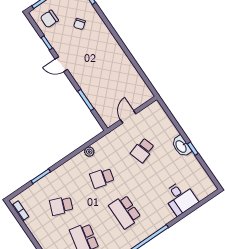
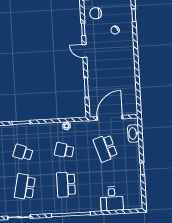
door: (128, 117) -> (110, 118), width x1.87
washbasin: (181, 146) -> (133, 133), moved
school desk: (143, 150) -> (105, 148), width x1.85

